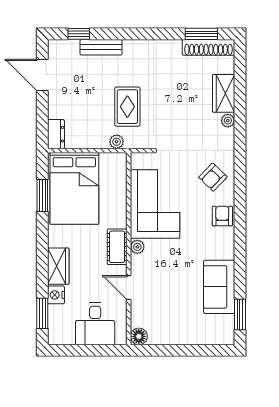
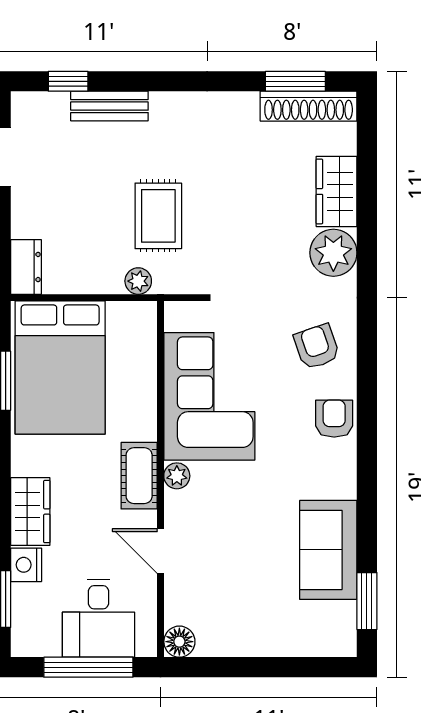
plant: (228, 121) -> (333, 253), width x1.88, depth x1.88
armchair: (213, 177) -> (317, 347), turned 117
window: (90, 350) -> (88, 667), added

